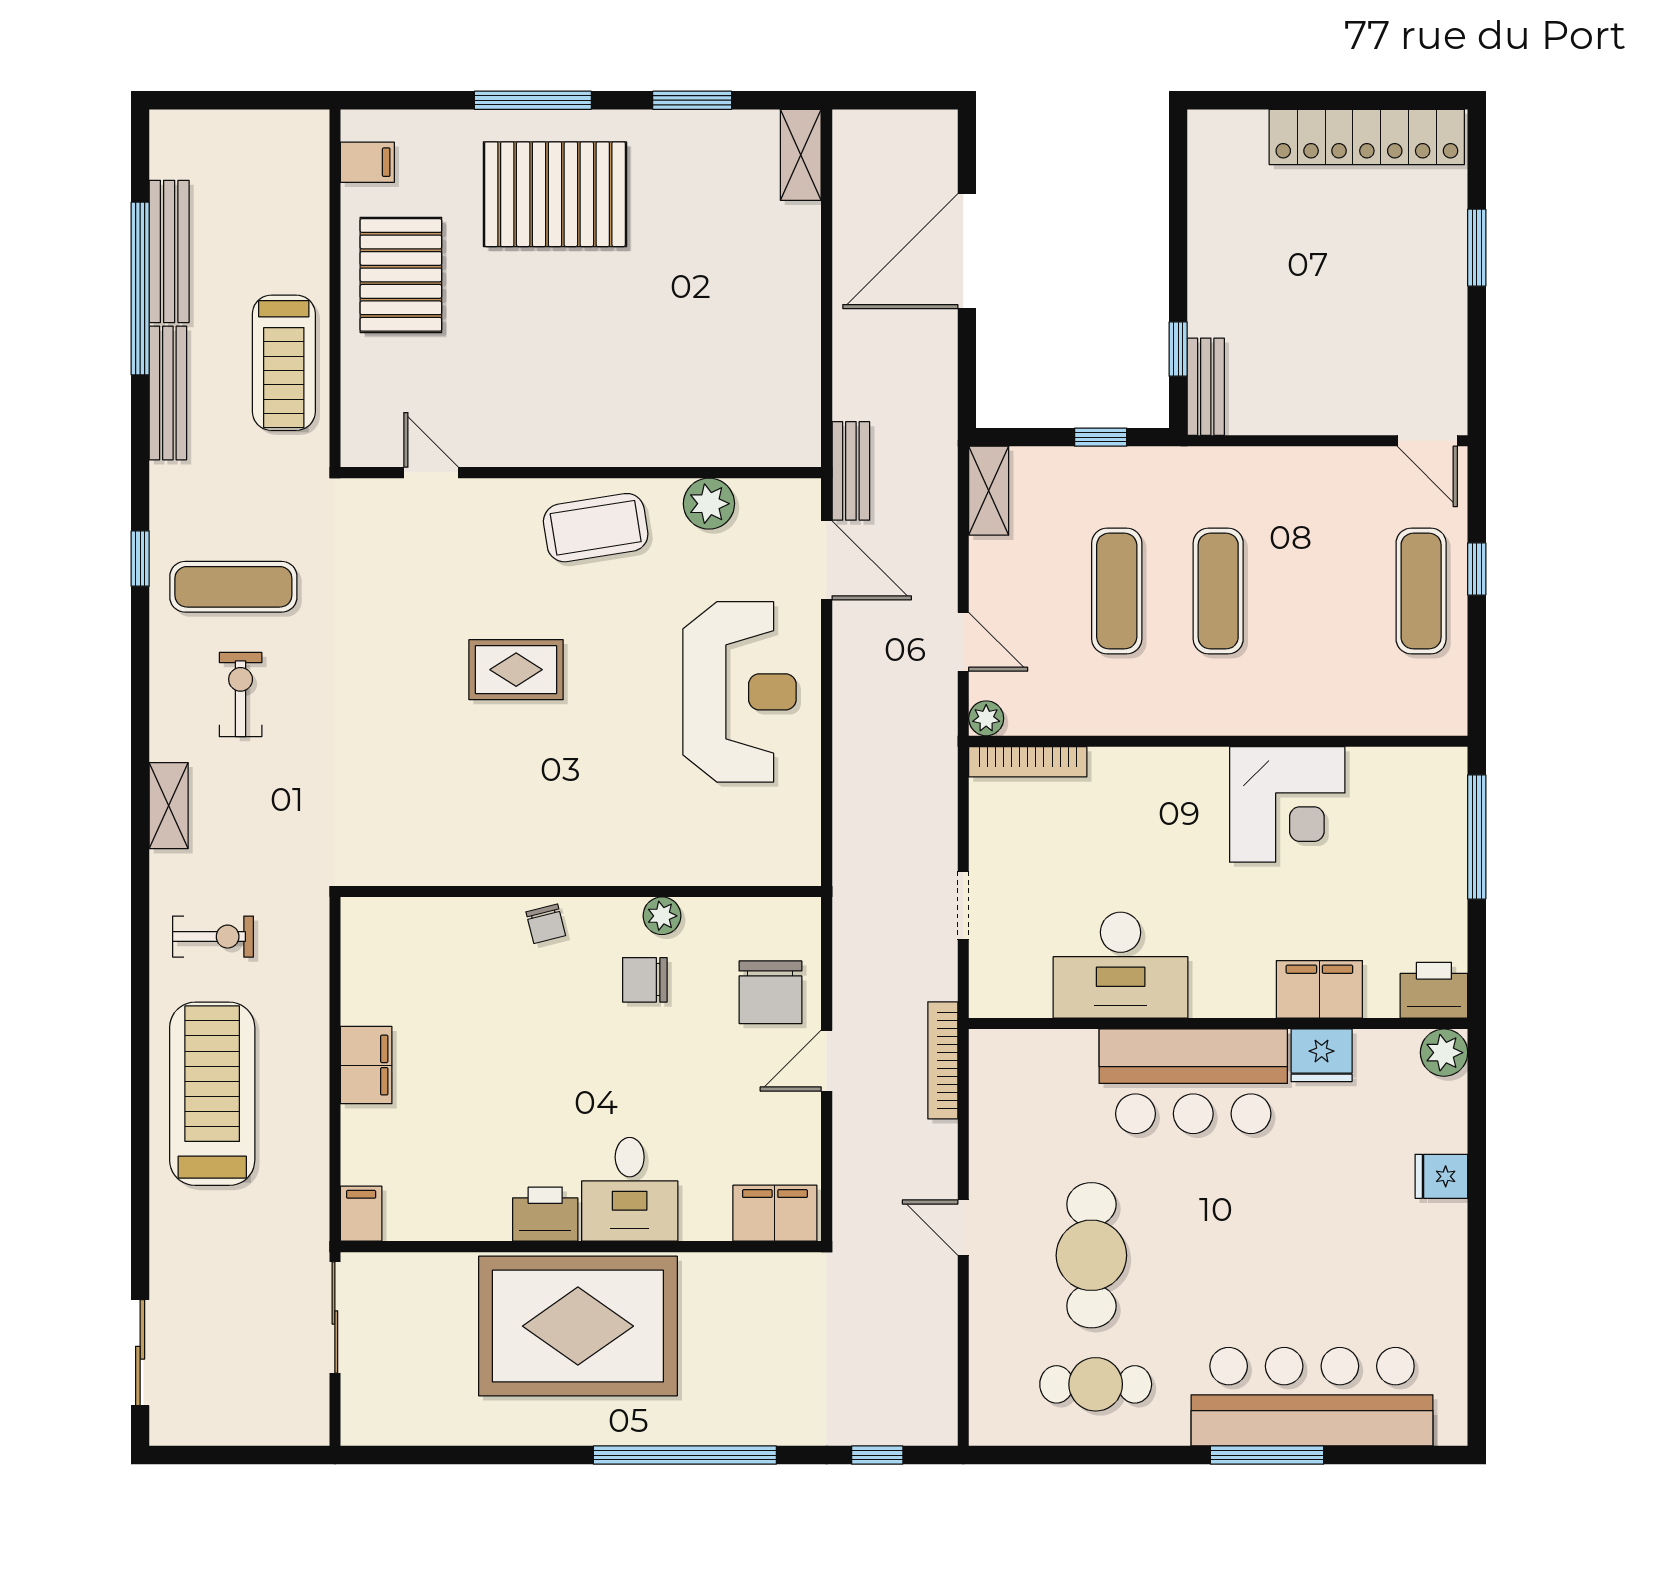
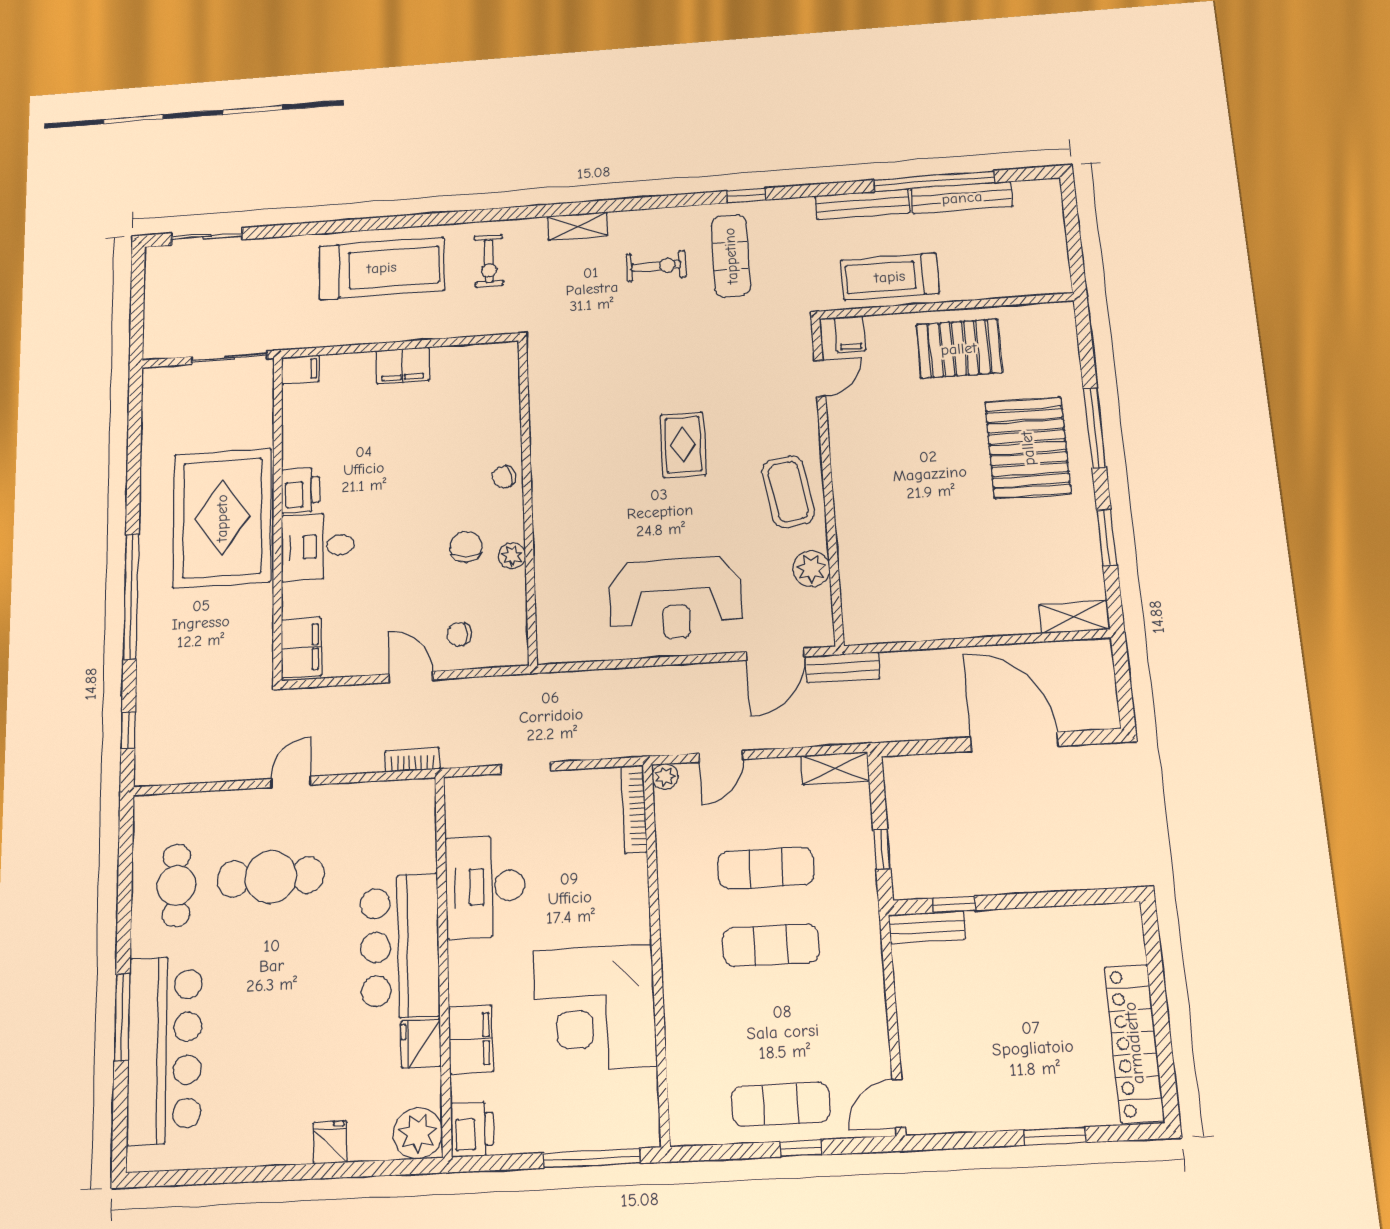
filing cabinet: (367, 162) -> (850, 334), moved
corner desk: (1287, 804) -> (595, 1008), width x1.36, depth x1.36
chair: (770, 992) -> (459, 634), width x0.54, depth x0.54
plant: (1444, 1053) -> (418, 1133), width x1.36, depth x1.36
bookcase: (943, 1060) -> (412, 760), width x0.64

